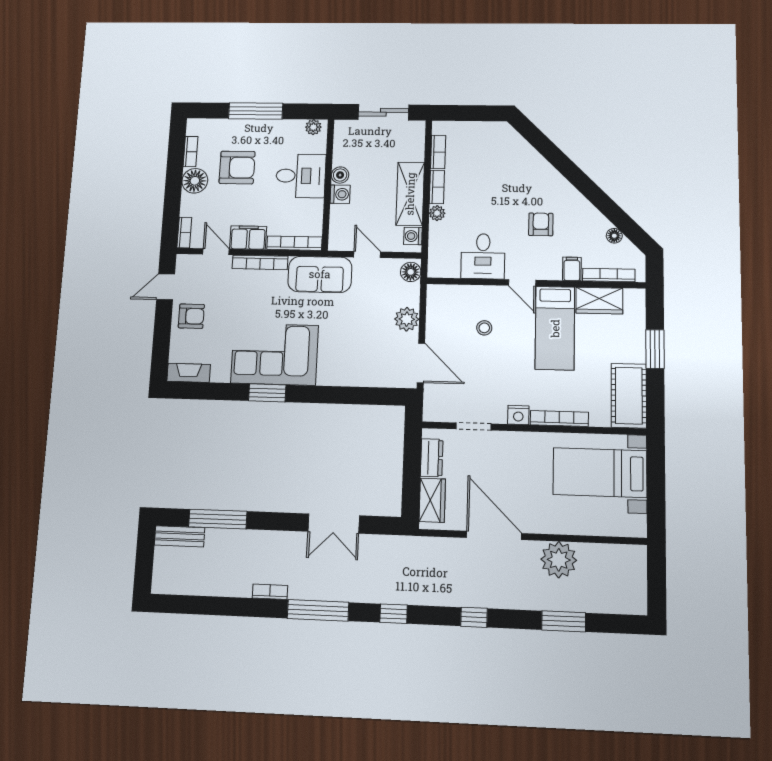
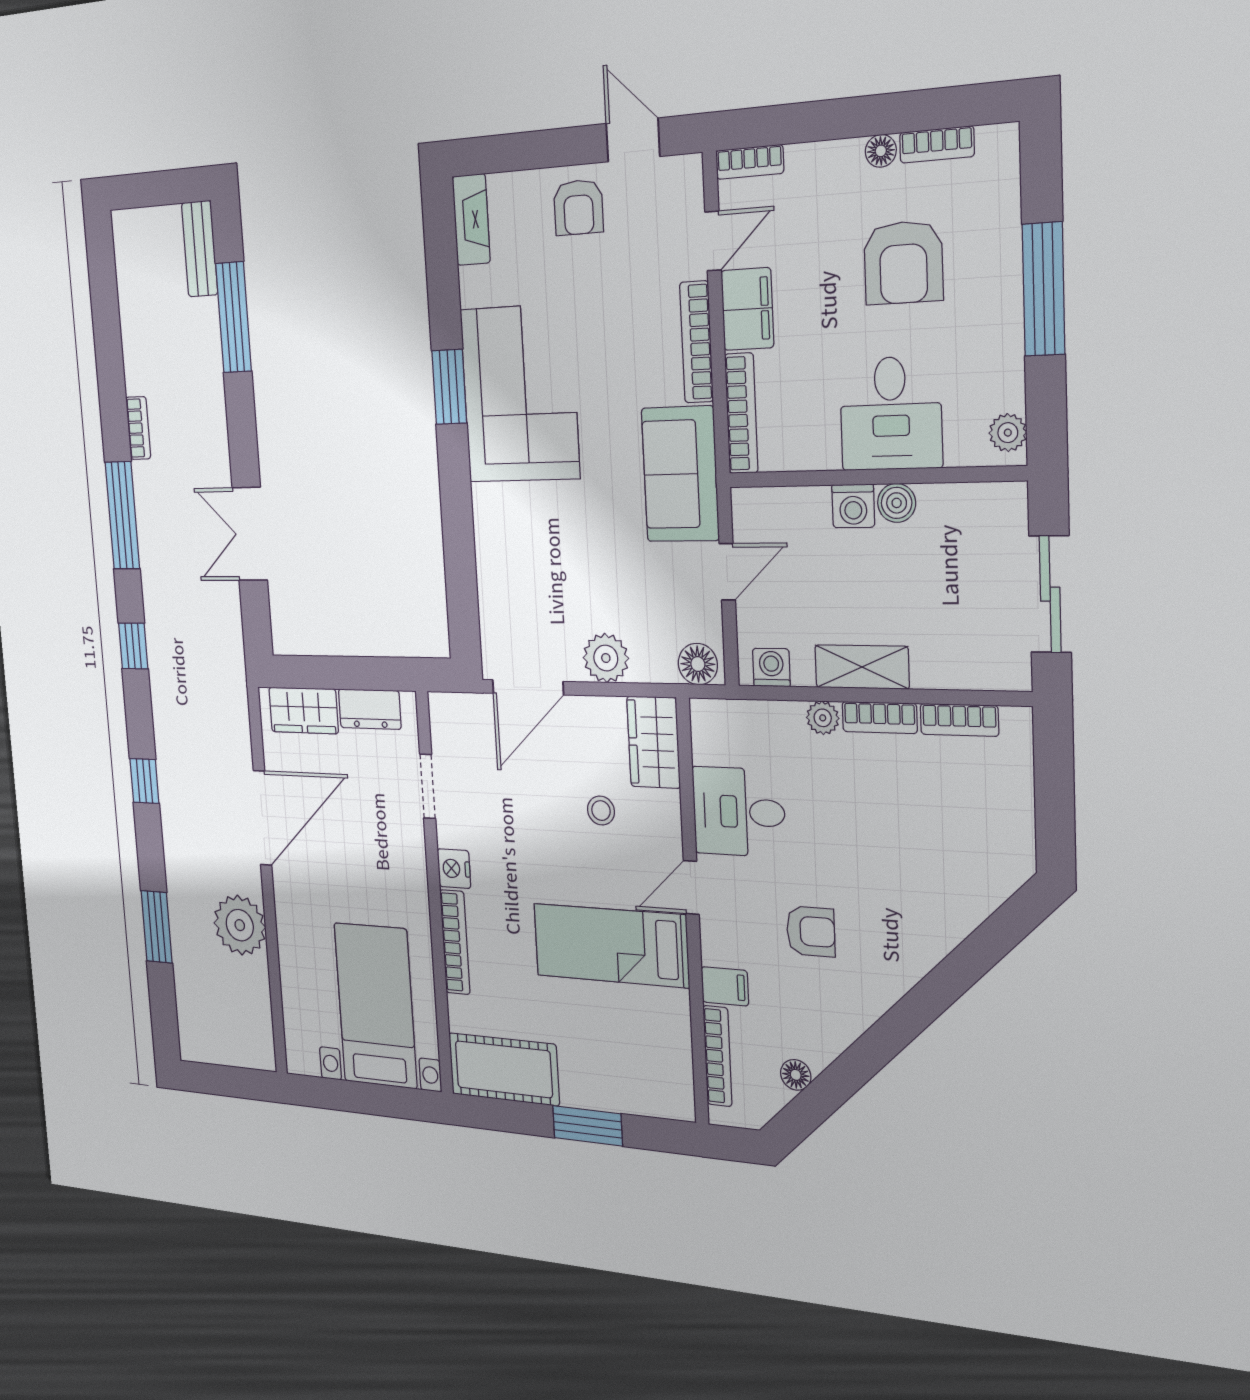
floor lamp: (195, 181) -> (881, 151), width x0.53, depth x0.53
shelving: (410, 194) -> (862, 667), width x0.67, depth x0.75
wardrobe: (599, 301) -> (654, 742), moved

